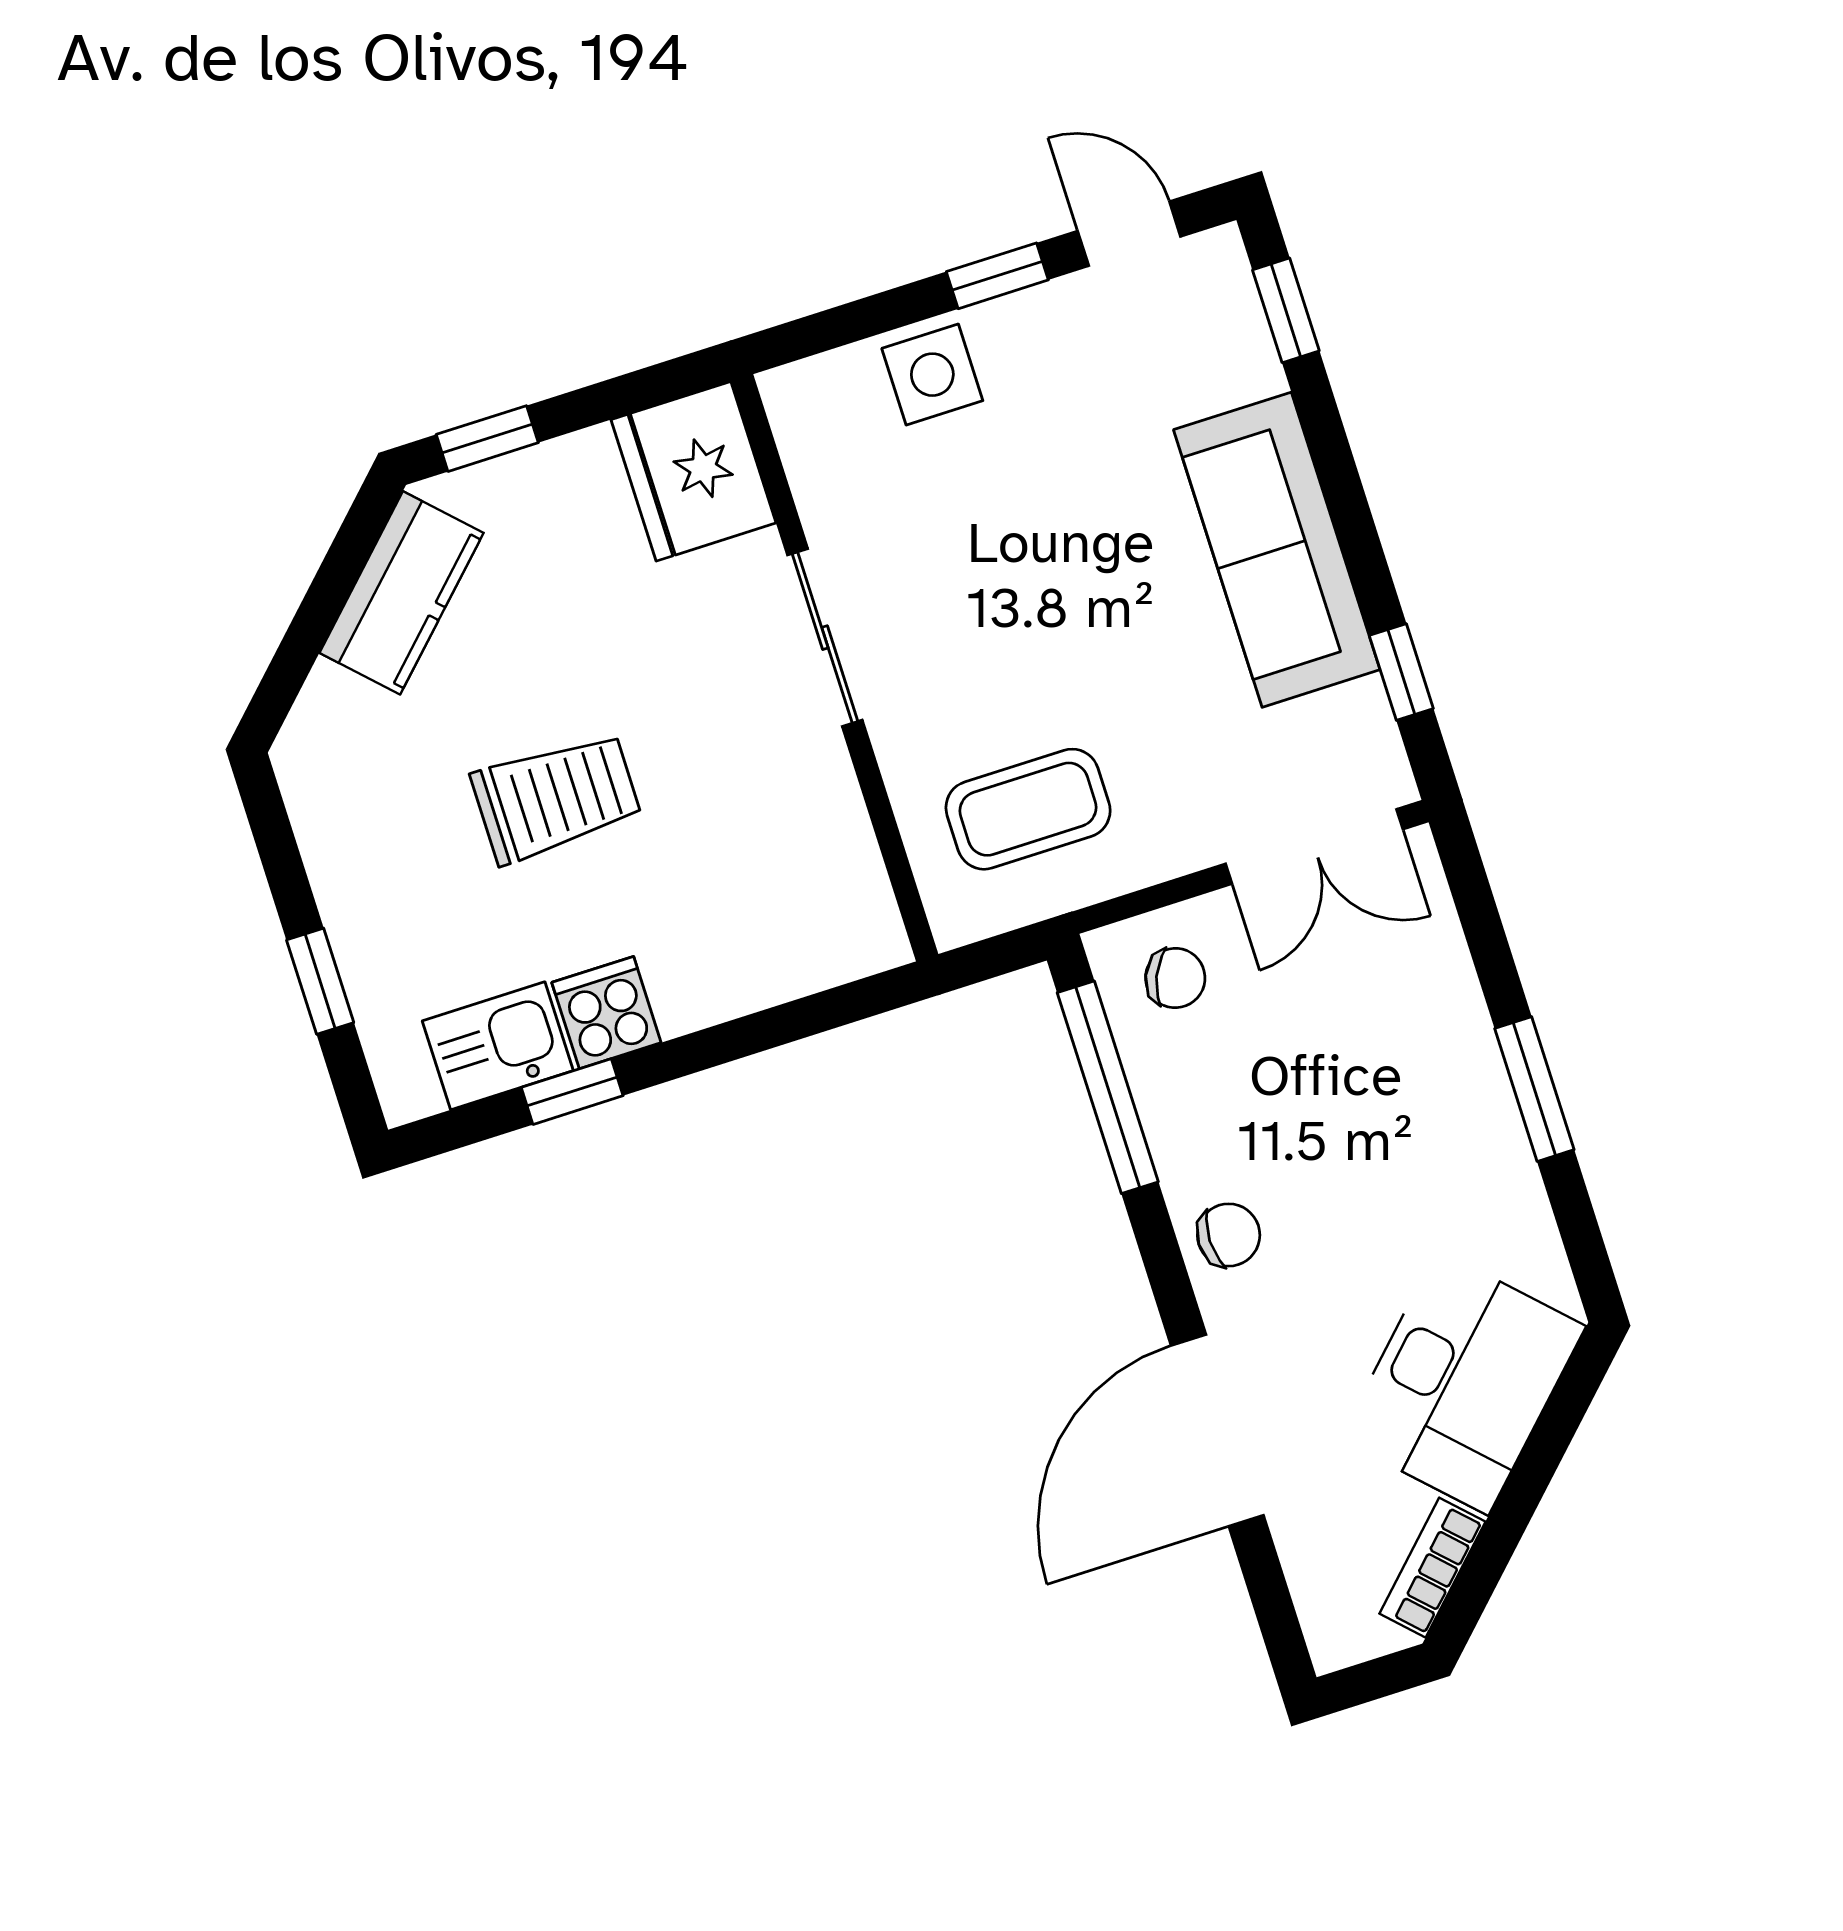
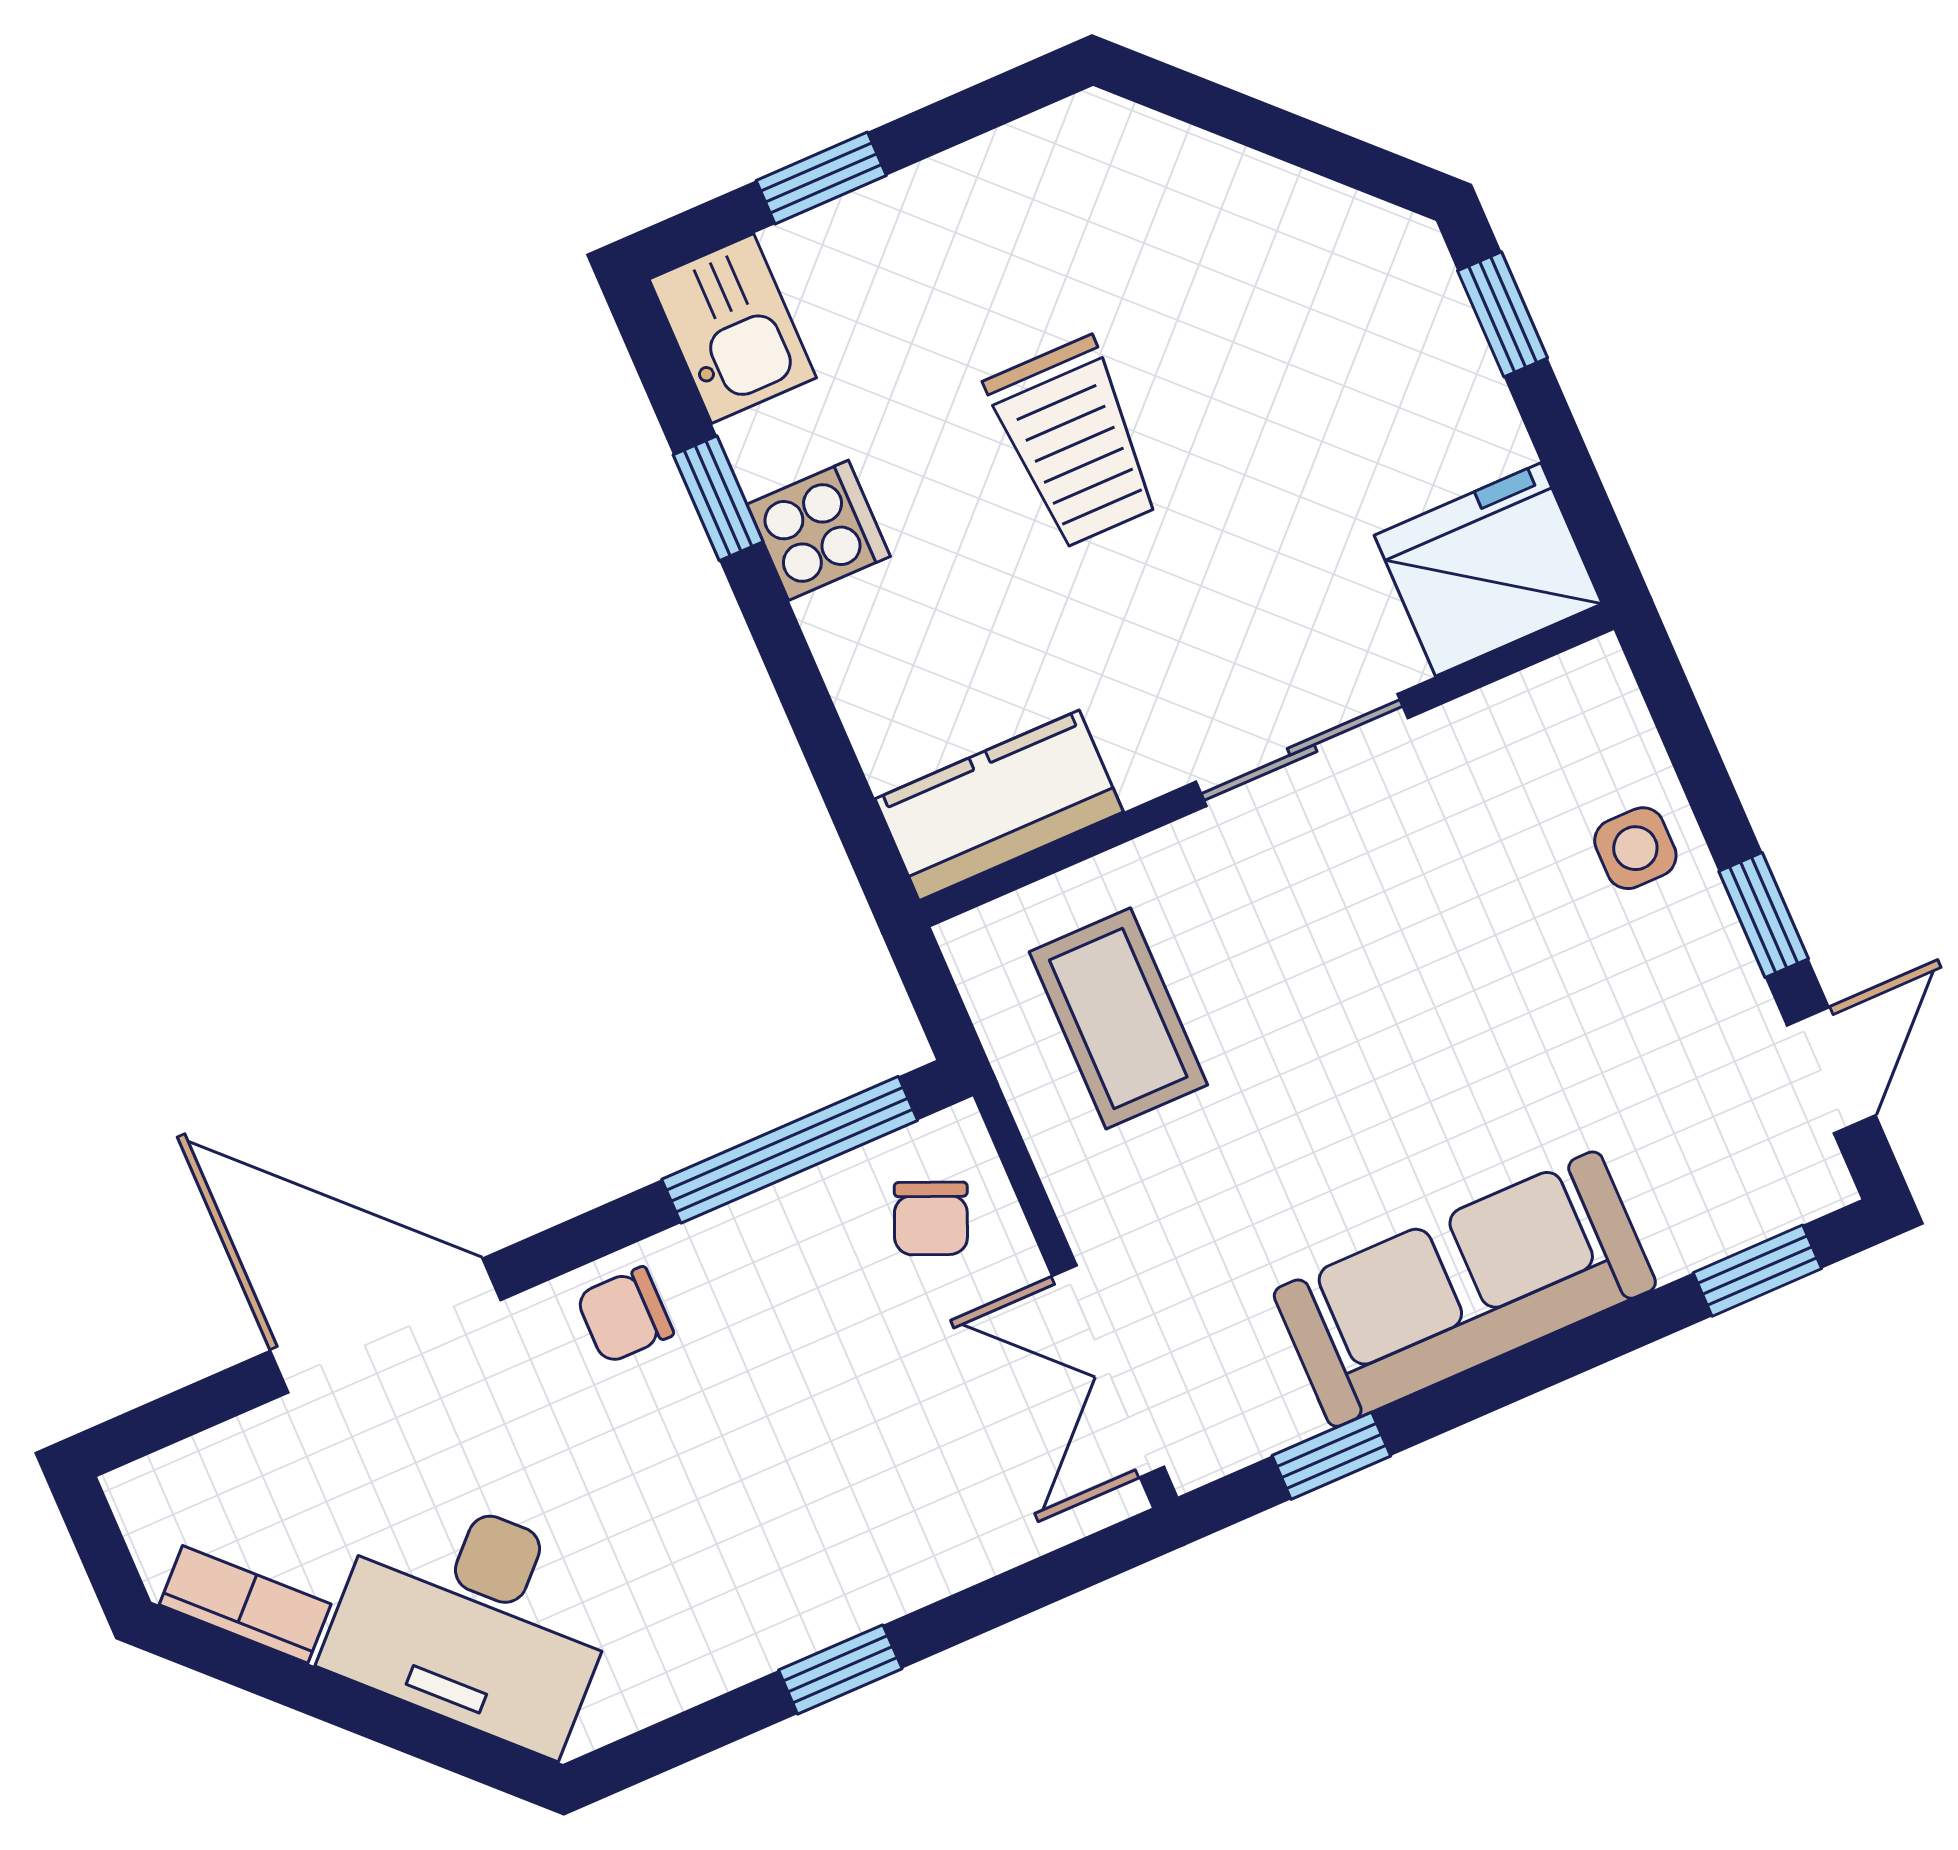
side table: (932, 375) -> (1635, 848), width x0.73, depth x0.73
kitchen counter: (401, 593) -> (999, 805), moved, turned 135
kitchen sink: (498, 1046) -> (733, 328), moved
window: (1534, 1089) -> (840, 1669), width x0.67
chair: (1229, 1235) -> (625, 1315), turned 90

